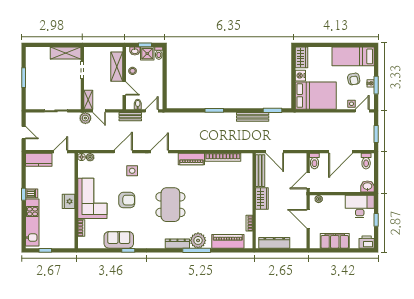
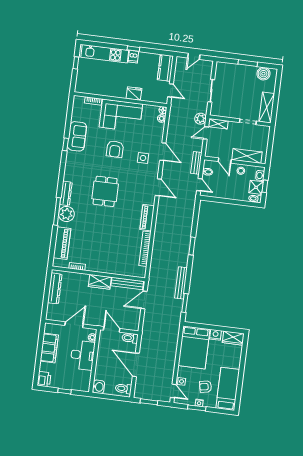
boiler: (32, 61) -> (263, 74), added
door: (124, 88) -> (225, 160), hinge flipped
fridge: (69, 201) -> (134, 94), moved
dining table: (170, 205) -> (105, 191), width x0.73
desk: (360, 206) -> (83, 355), moved

